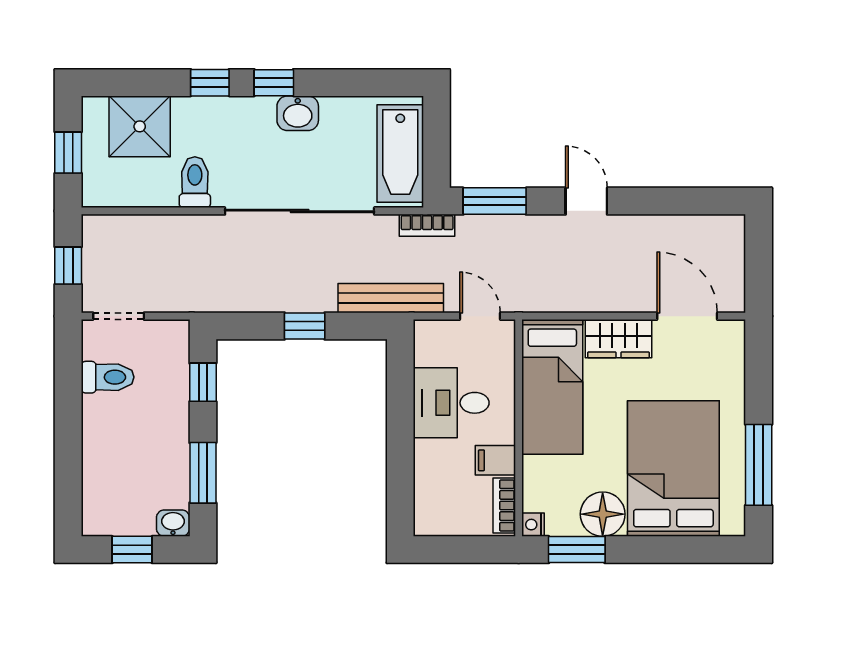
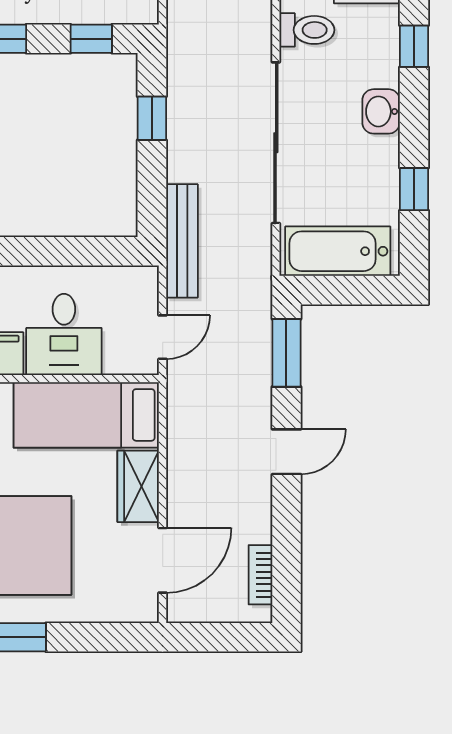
window: (274, 83) -> (414, 189), moved
washbasin: (298, 113) -> (381, 111), moved
bookcase: (427, 225) -> (260, 575), moved
window: (305, 326) -> (152, 118), moved
desk: (451, 403) -> (64, 334), moved, turned 180

